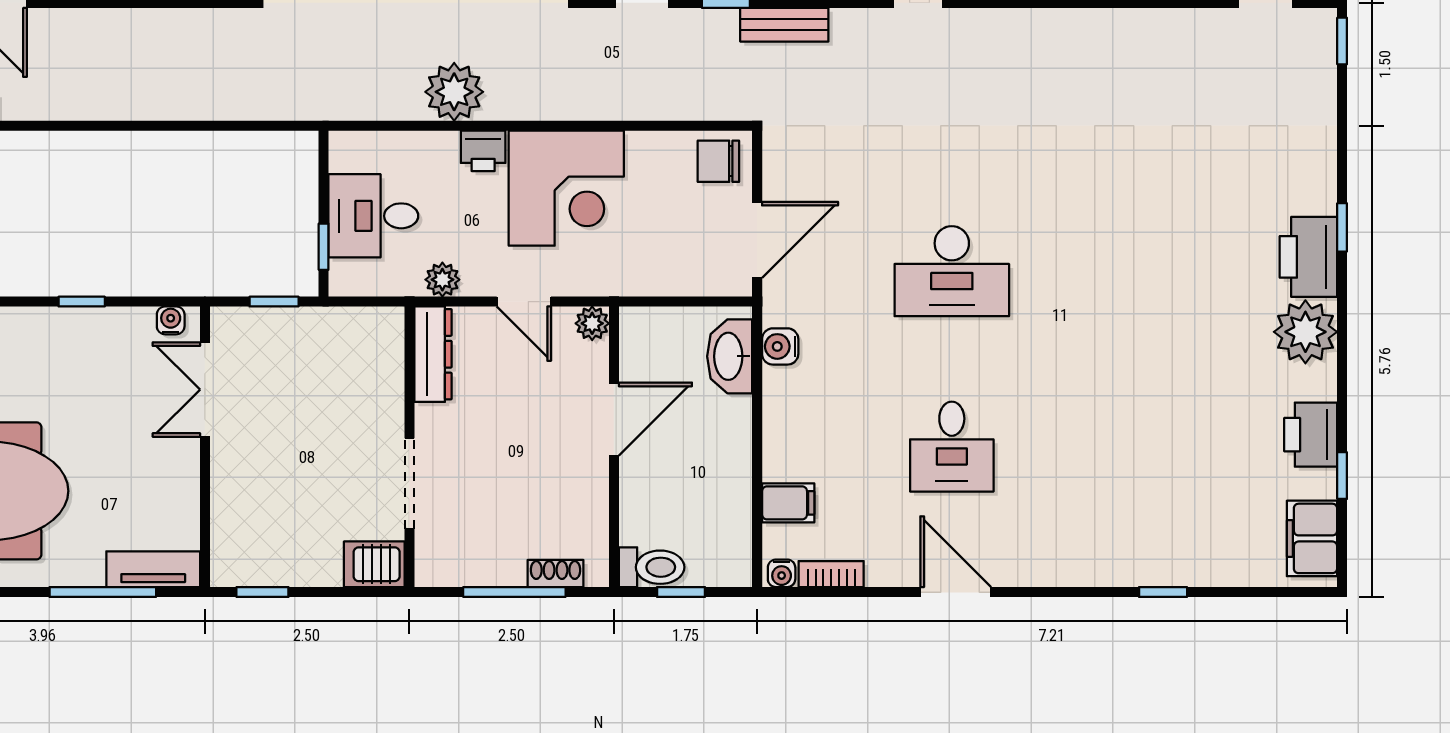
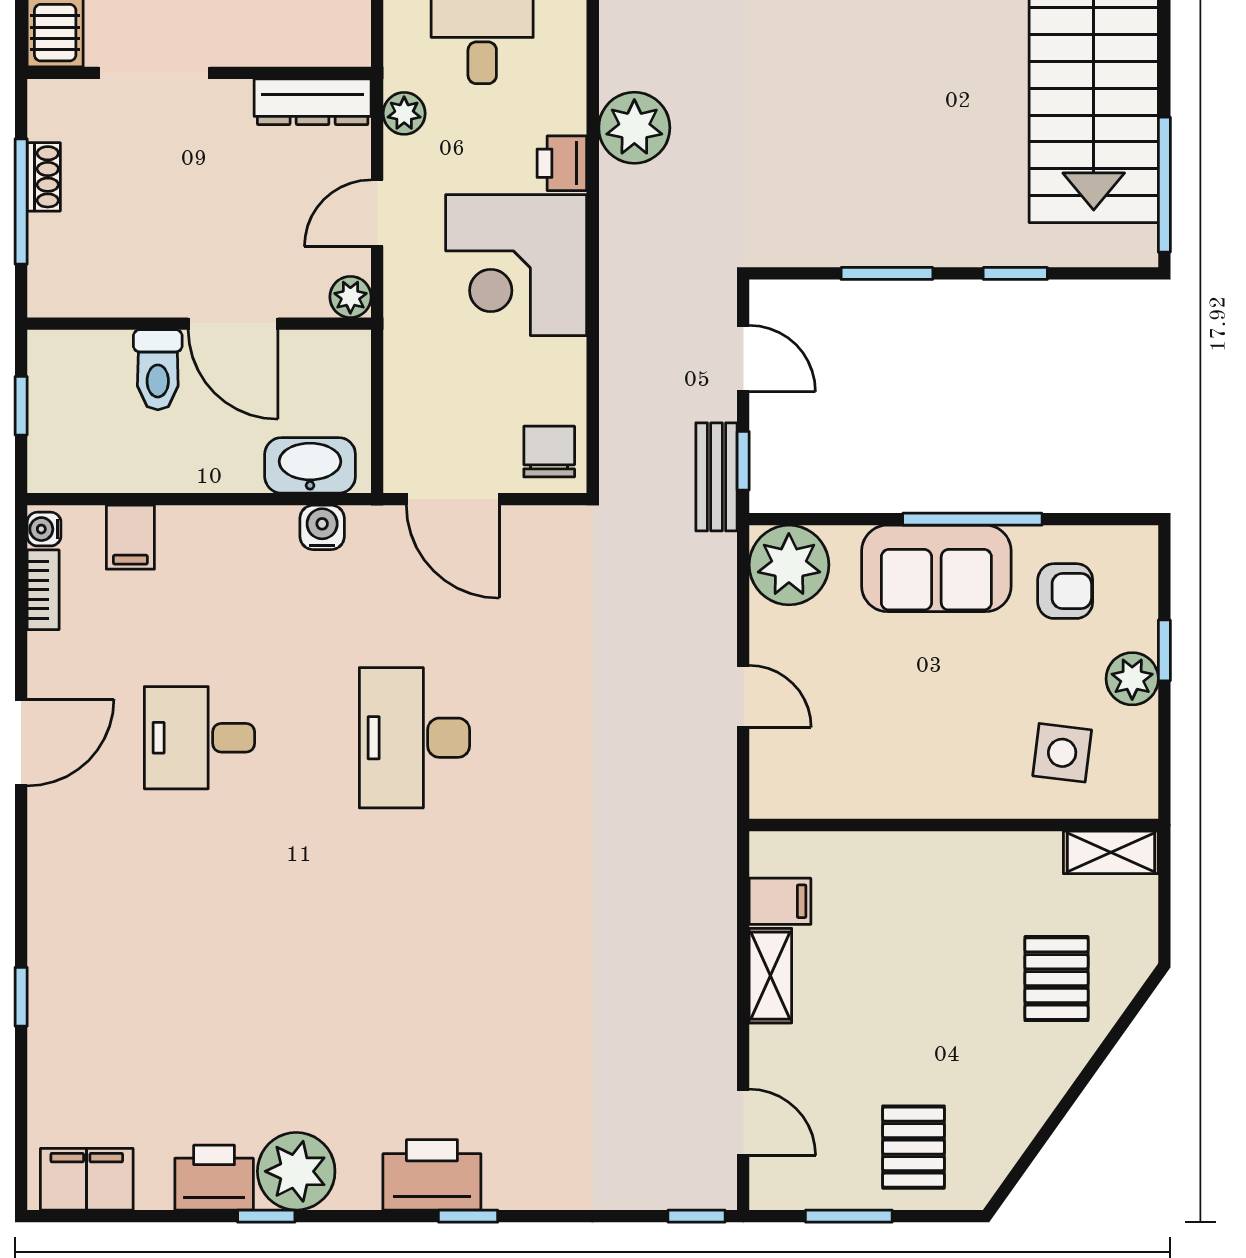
bench: (784, 25) -> (716, 477), moved
plant: (1305, 332) -> (296, 1171), moved
window: (1342, 476) -> (266, 1216), moved
toilet: (652, 567) -> (158, 370), moved
shoe rack: (556, 574) -> (44, 177), moved

